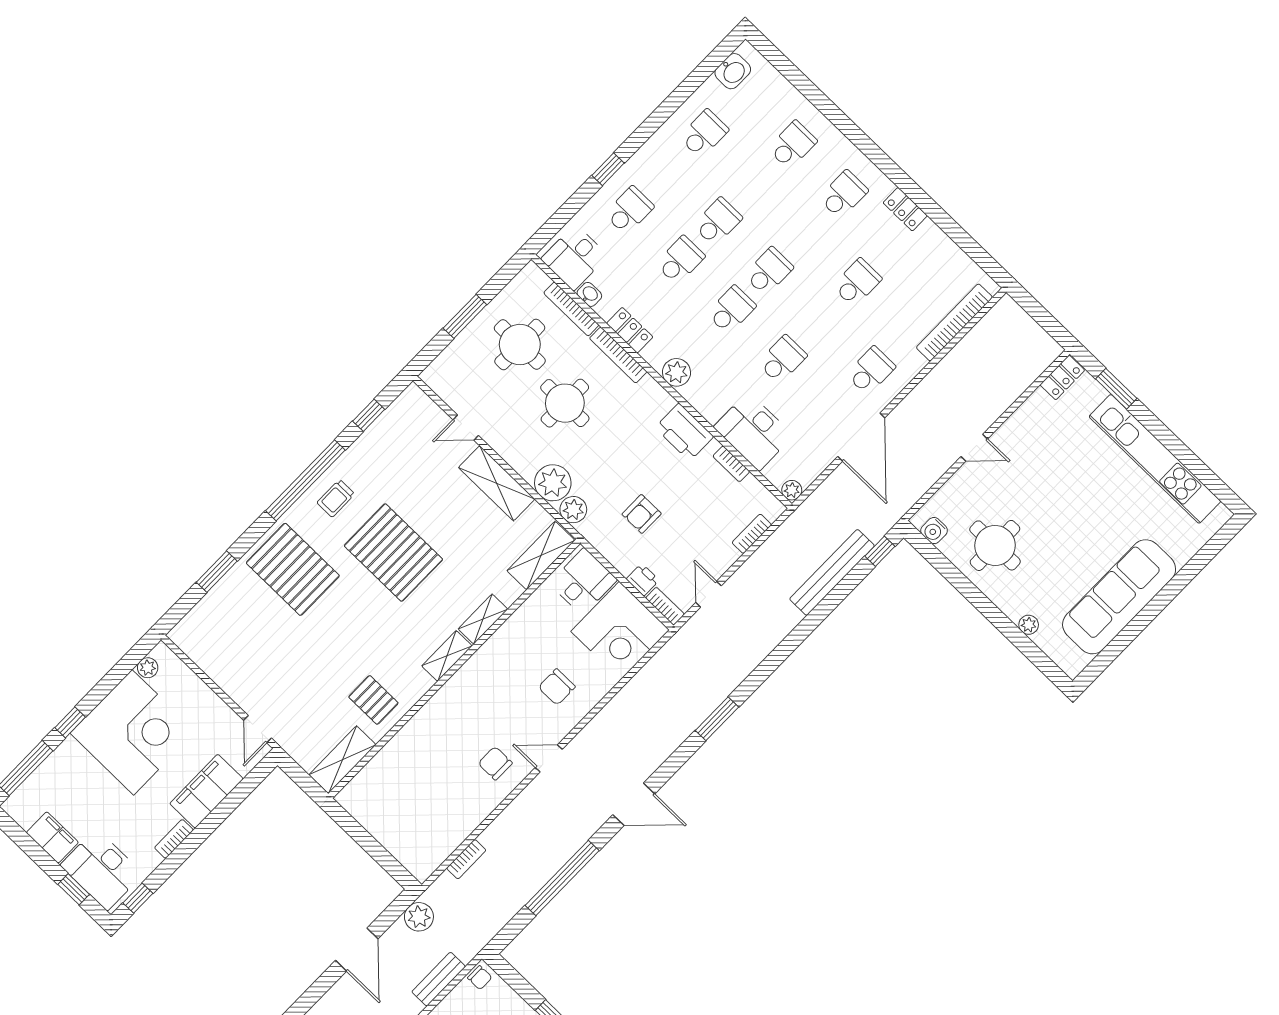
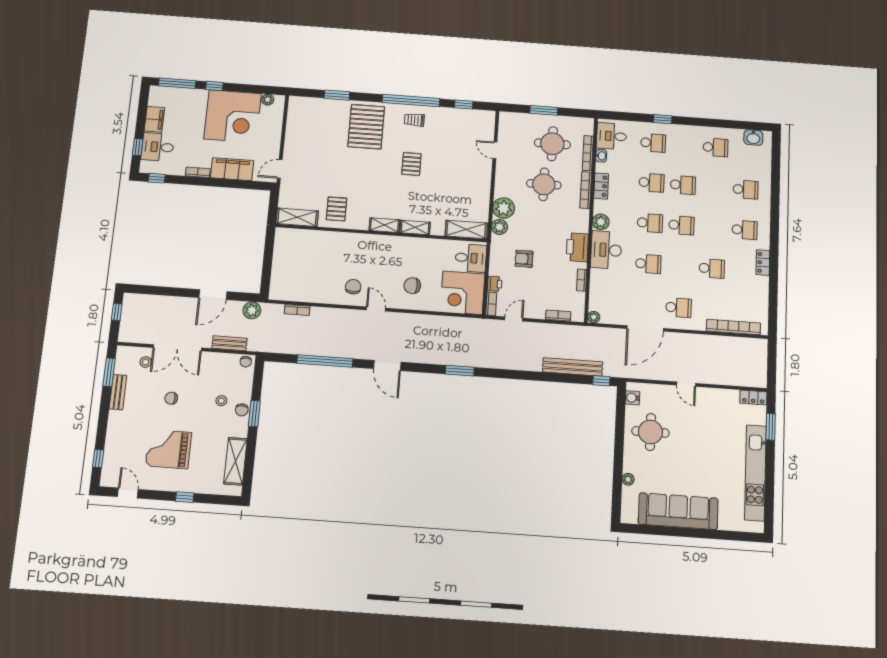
desk: (753, 431) -> (606, 250), moved
shelving: (497, 483) -> (482, 184), removed
pallet: (393, 553) -> (411, 164), width x0.49, depth x0.50
desk: (102, 870) -> (158, 147), width x0.73

